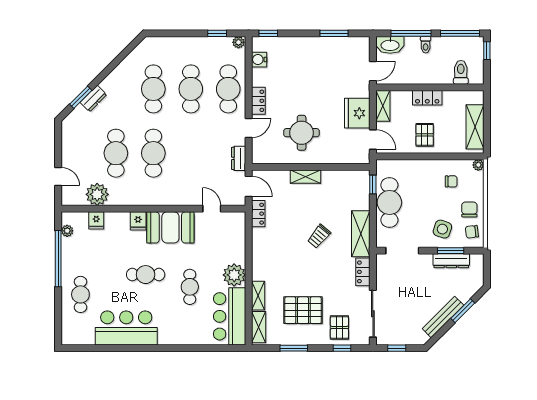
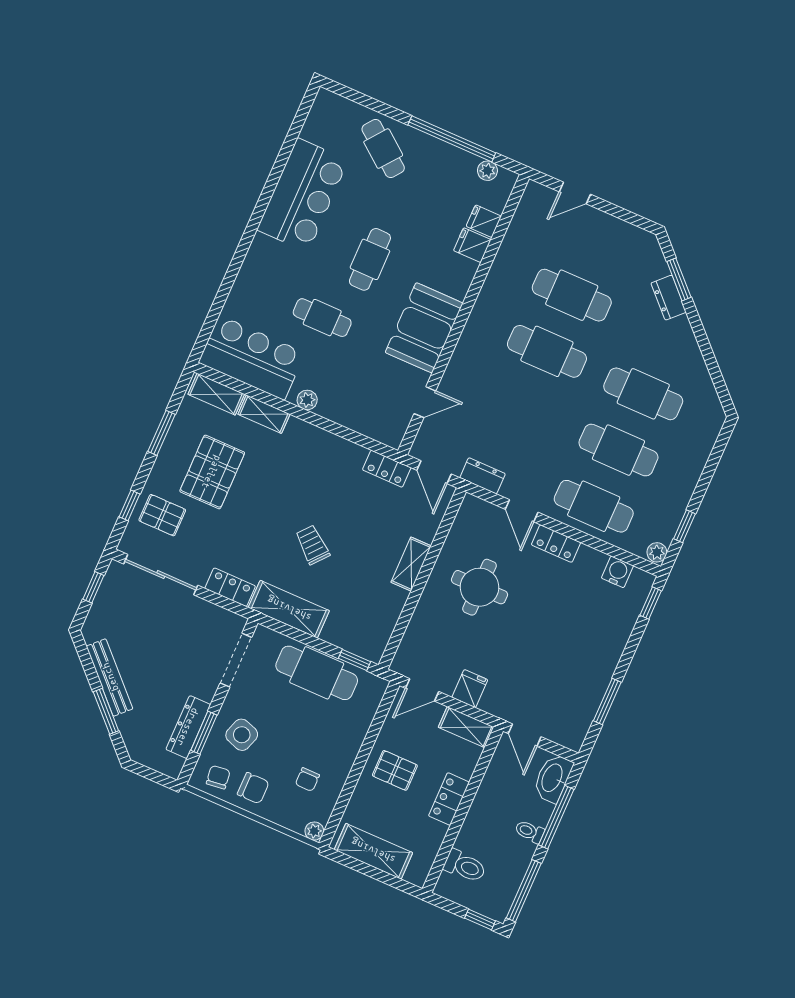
fridge: (357, 113) -> (470, 689), width x0.53, depth x0.75
door: (249, 186) -> (434, 472), hinge flipped
plant: (97, 194) -> (522, 240), removed
fridge: (138, 221) -> (472, 245), moved
plant: (234, 275) -> (307, 400), width x0.53, depth x0.53
cafe table: (80, 294) -> (383, 149), turned 38

